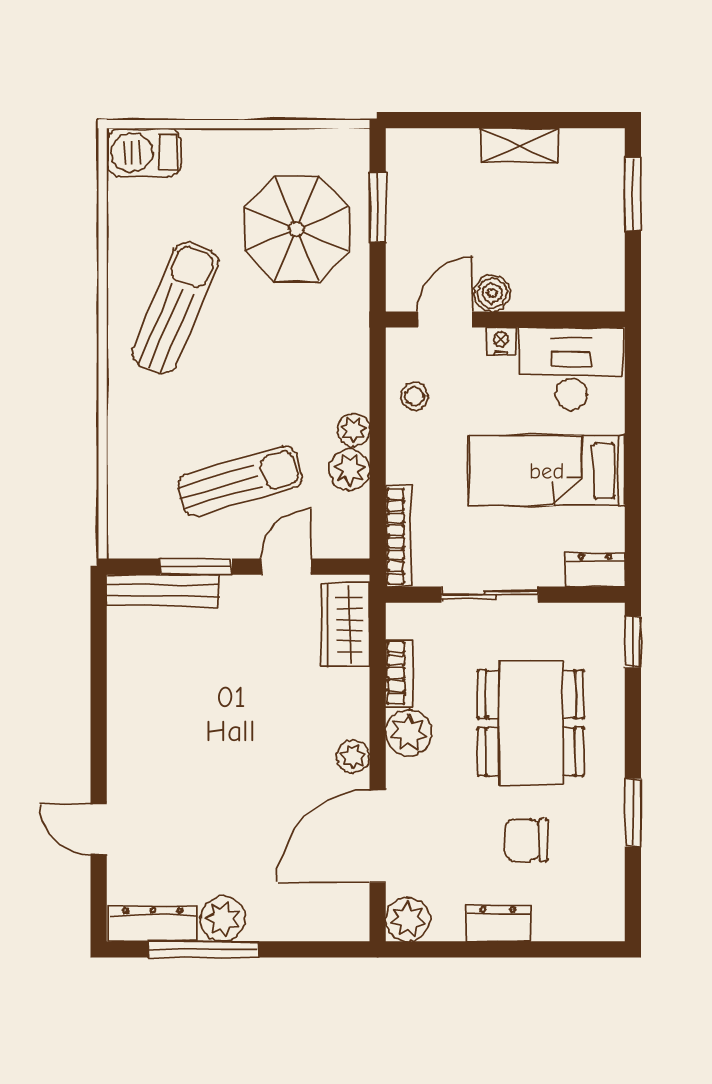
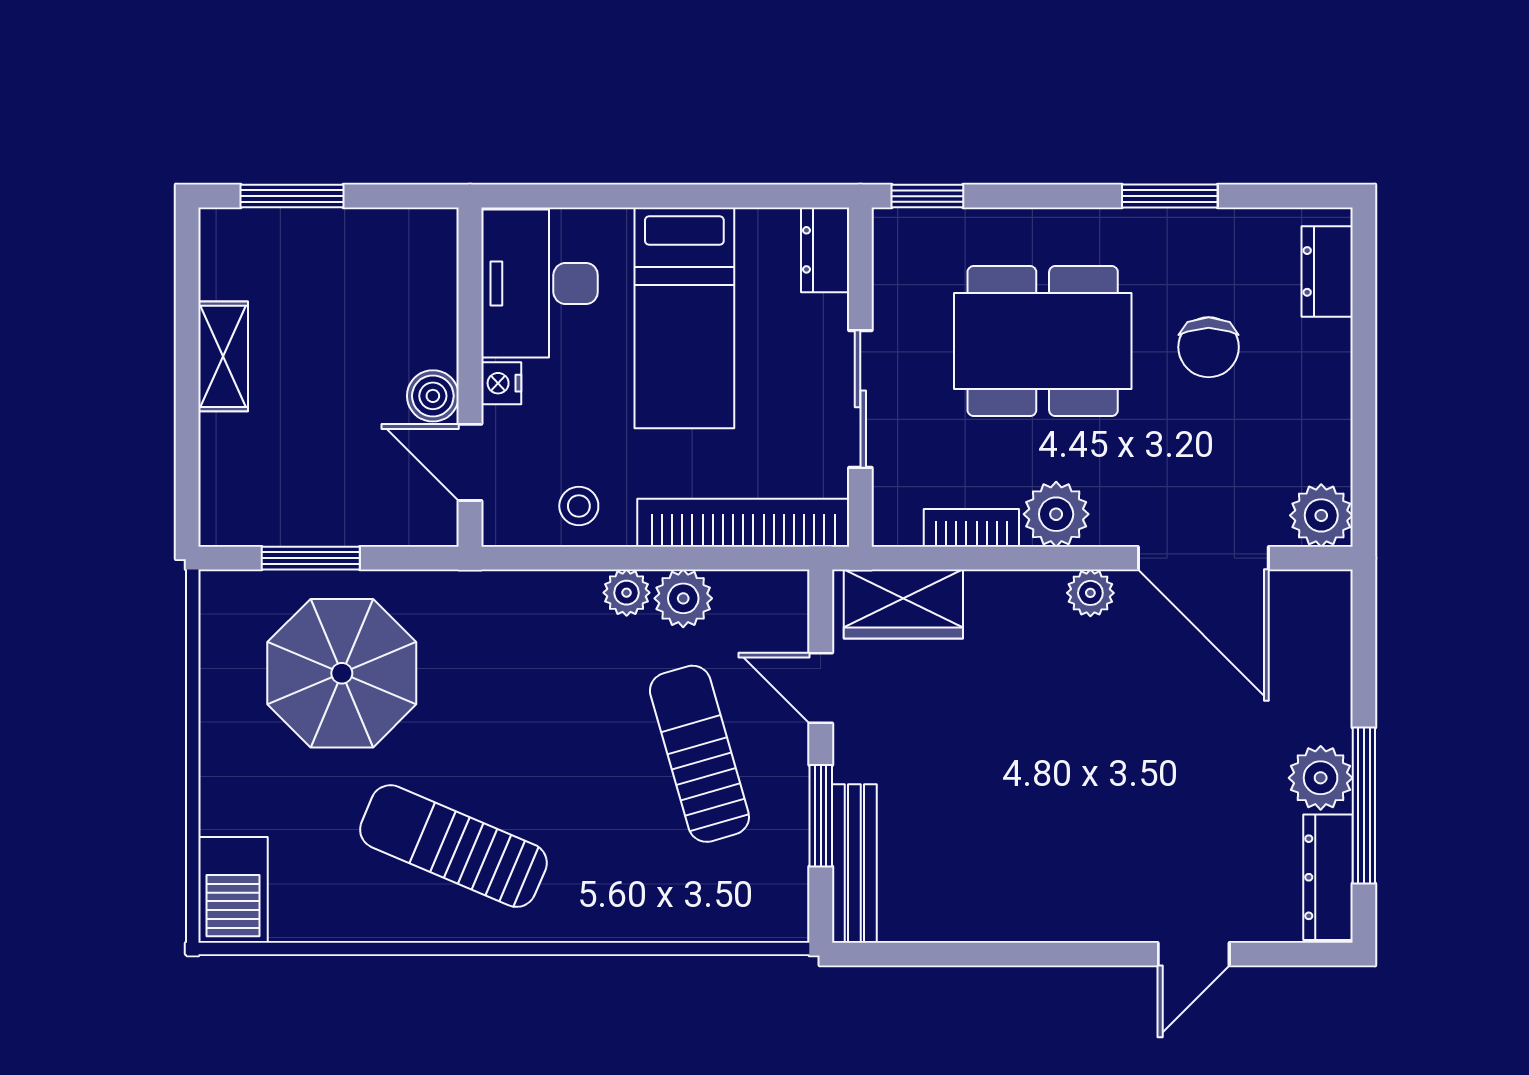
bookcase: (399, 536) -> (743, 523), width x1.48, depth x1.31
dresser: (498, 923) -> (1327, 271), moved

